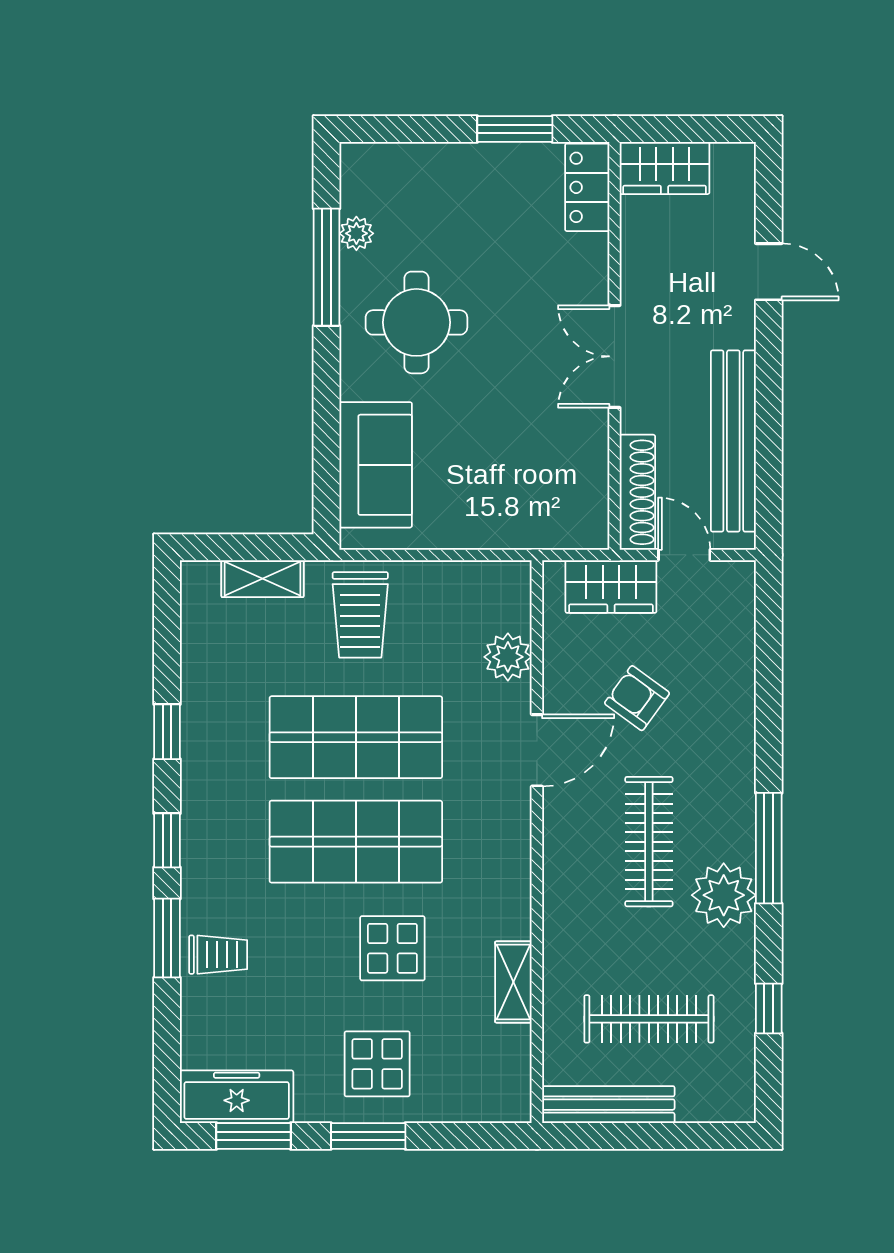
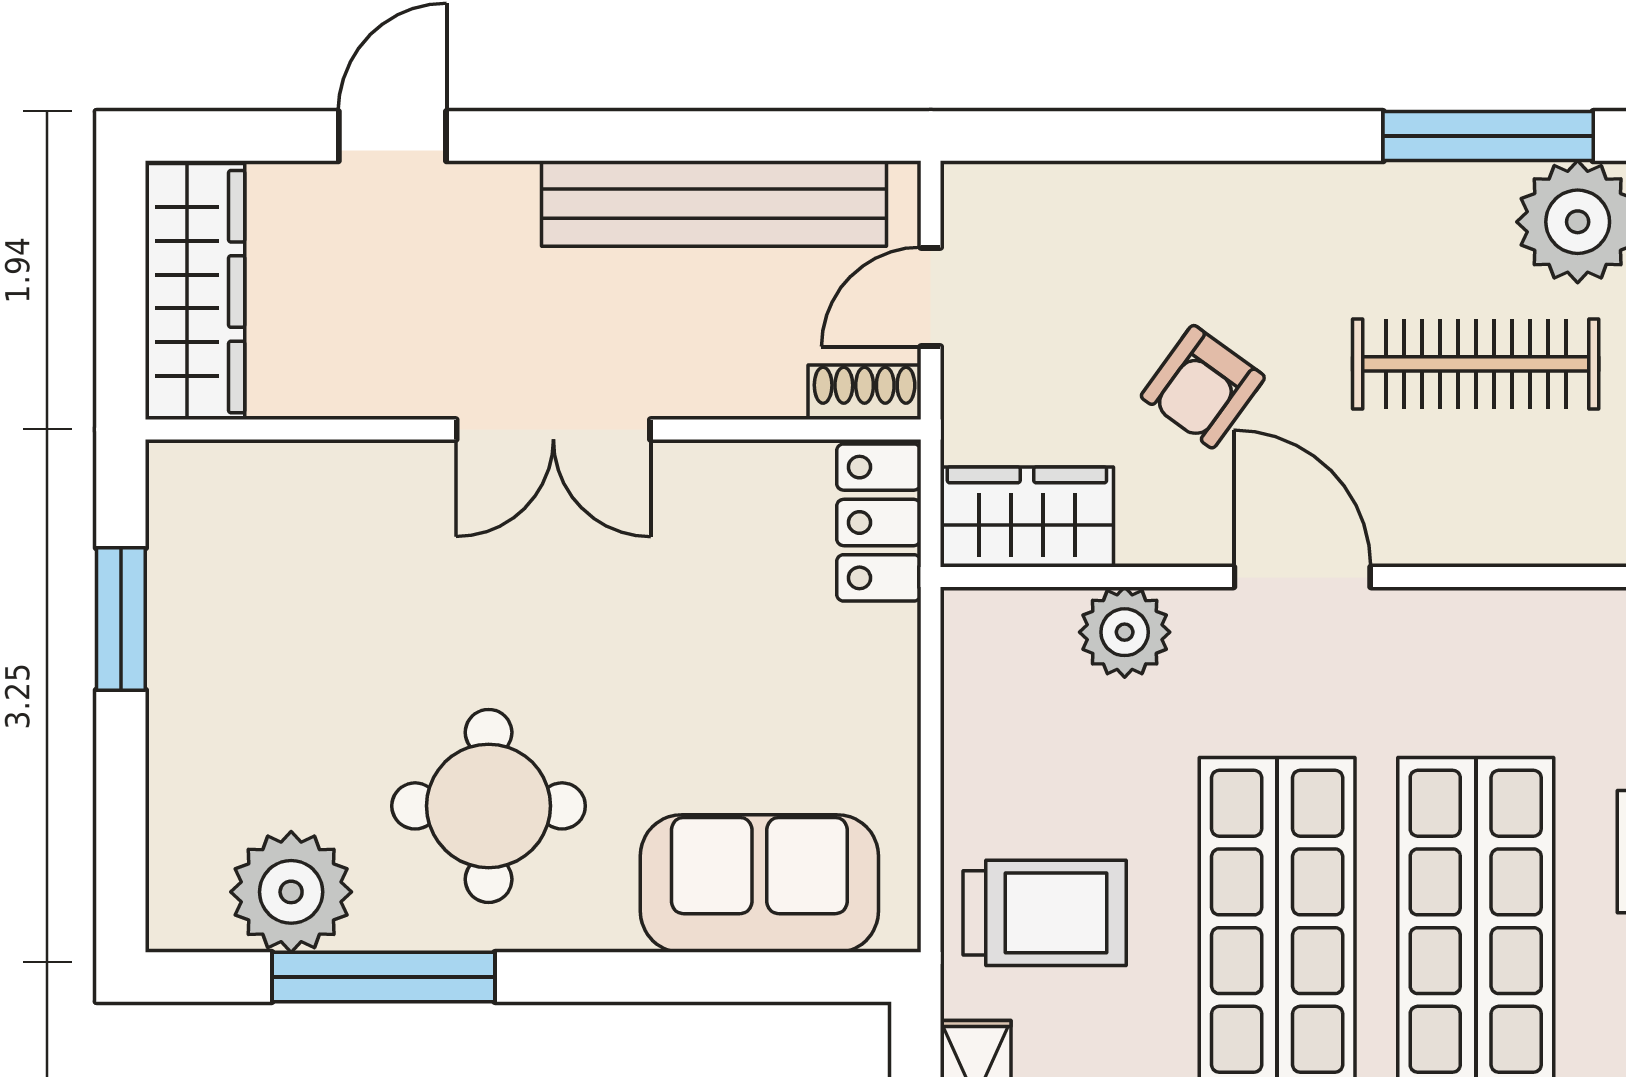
wardrobe: (665, 168) -> (195, 292), width x1.50
locker: (587, 187) -> (879, 522), moved, turned 90
plant: (356, 233) -> (291, 892), width x1.87, depth x1.87
shoe rack: (637, 492) -> (865, 392), width x0.51, depth x0.81
wardrobe: (611, 586) -> (1027, 517), moved, turned -90

